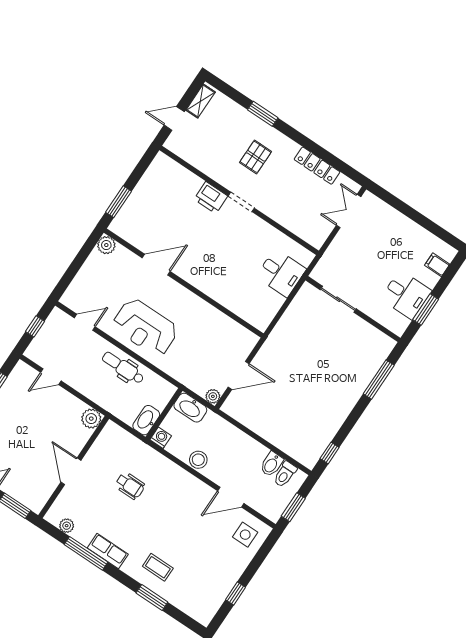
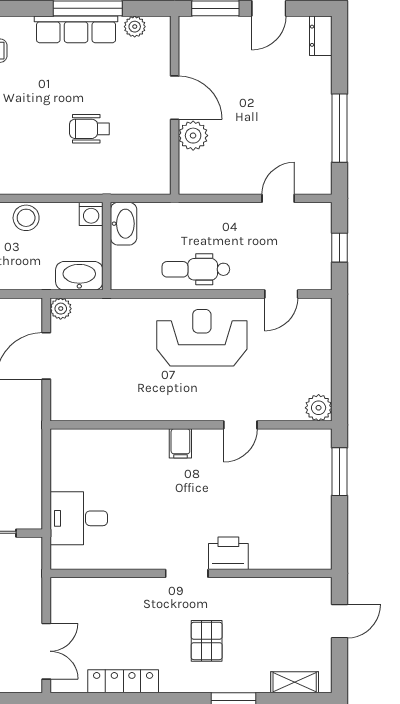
shelving: (201, 101) -> (295, 682), moved, turned 90
door: (156, 265) -> (240, 425), width x0.73
filing cabinet: (196, 277) -> (180, 443), added
dental chair: (123, 368) -> (196, 269), turned 180
plant: (91, 419) -> (193, 136), moved
row of seats: (108, 551) -> (76, 29), width x1.48

